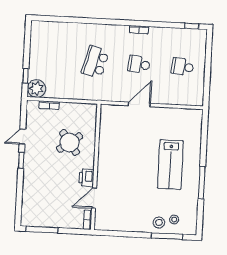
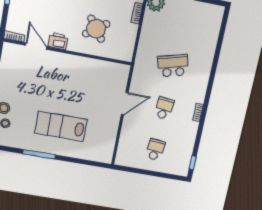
school desk: (95, 62) -> (173, 66), turned -30
door: (139, 104) -> (125, 104), hinge flipped

